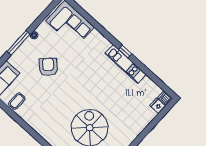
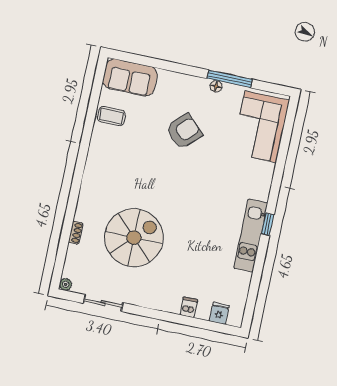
window: (18, 43) -> (230, 79), moved
dishwasher: (165, 98) -> (189, 307), moved

